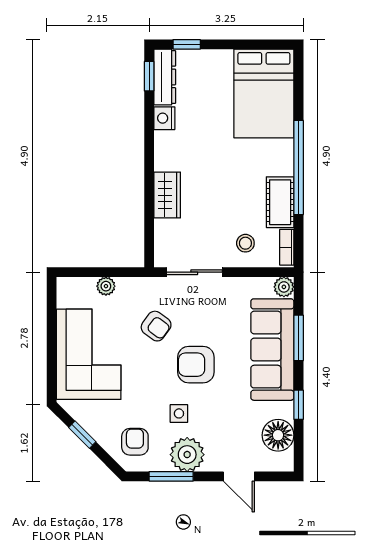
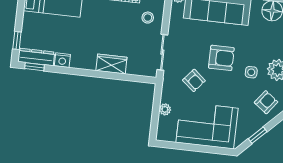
armchair: (156, 326) -> (194, 80), turned 94
armchair: (196, 365) -> (221, 58), turned -90
armchair: (135, 442) -> (266, 102), turned 127

